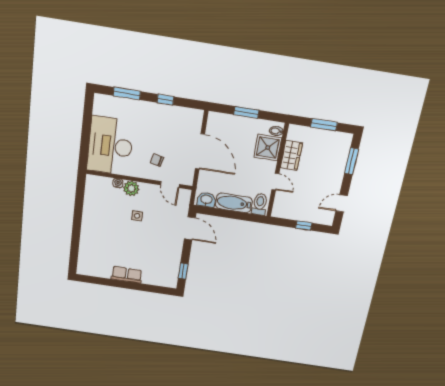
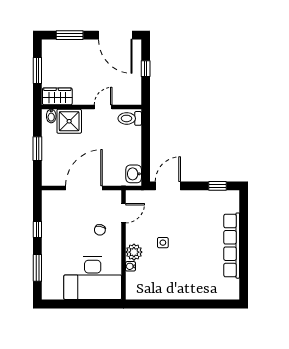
wardrobe: (291, 155) -> (57, 96), moved
bathtub: (234, 203) -> (133, 145), removed
door: (342, 203) -> (115, 35), width x1.88
row of seats: (127, 275) -> (232, 246), width x2.02

